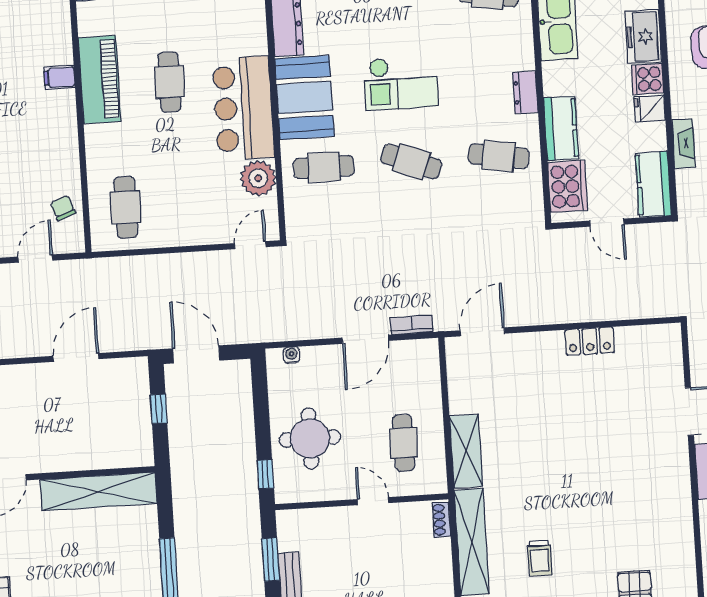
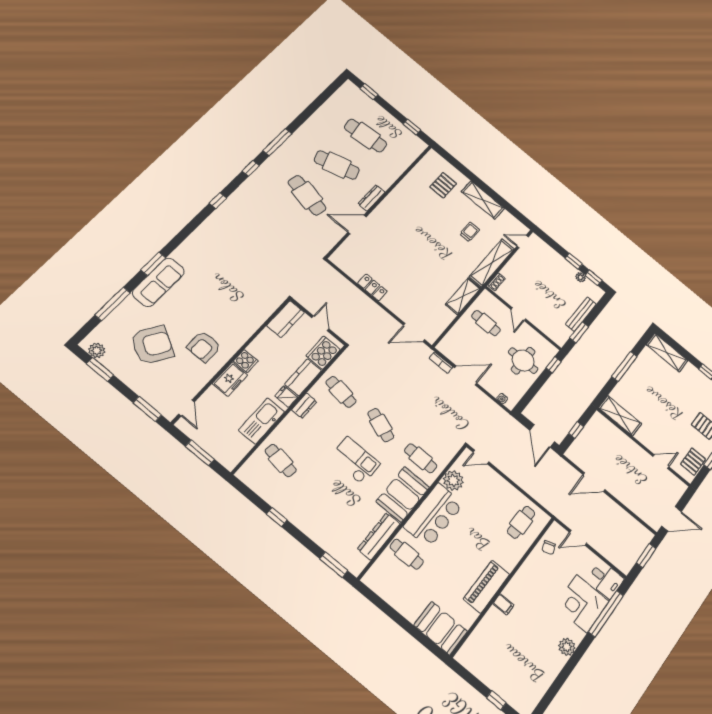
cafe table: (169, 82) -> (407, 554), moved, turned 90
fridge: (650, 108) -> (286, 397), moved, turned 180
fireplace: (684, 144) -> (256, 322), removed
cafe table: (404, 443) -> (486, 323), turned 90
shelving: (99, 492) -> (620, 416), width x0.68

